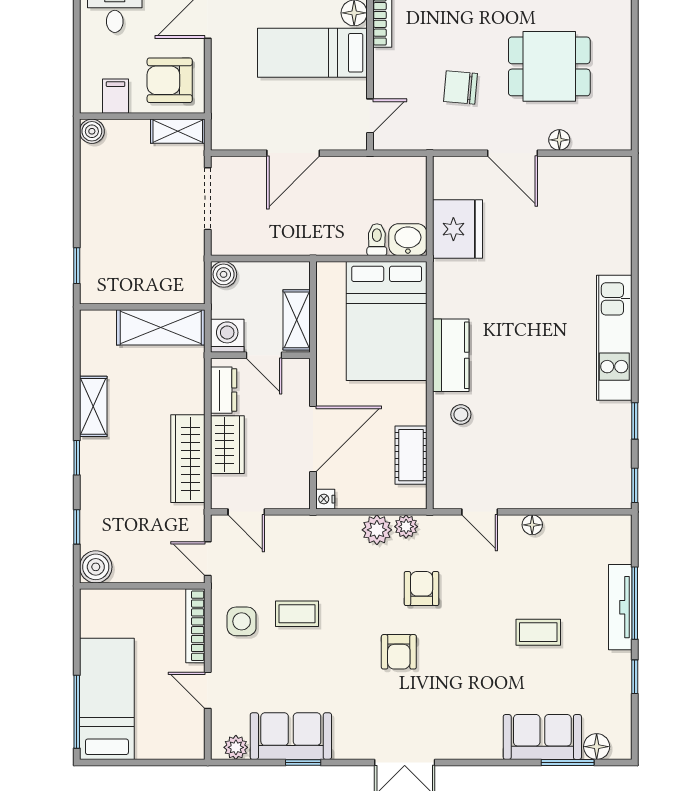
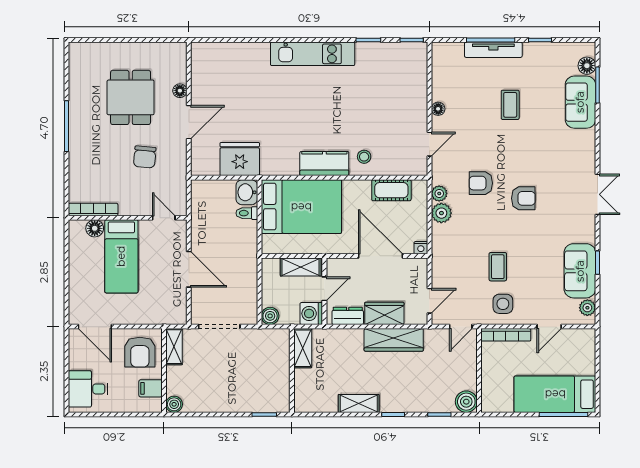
shelving: (161, 327) -> (303, 348), width x0.67, depth x0.75

